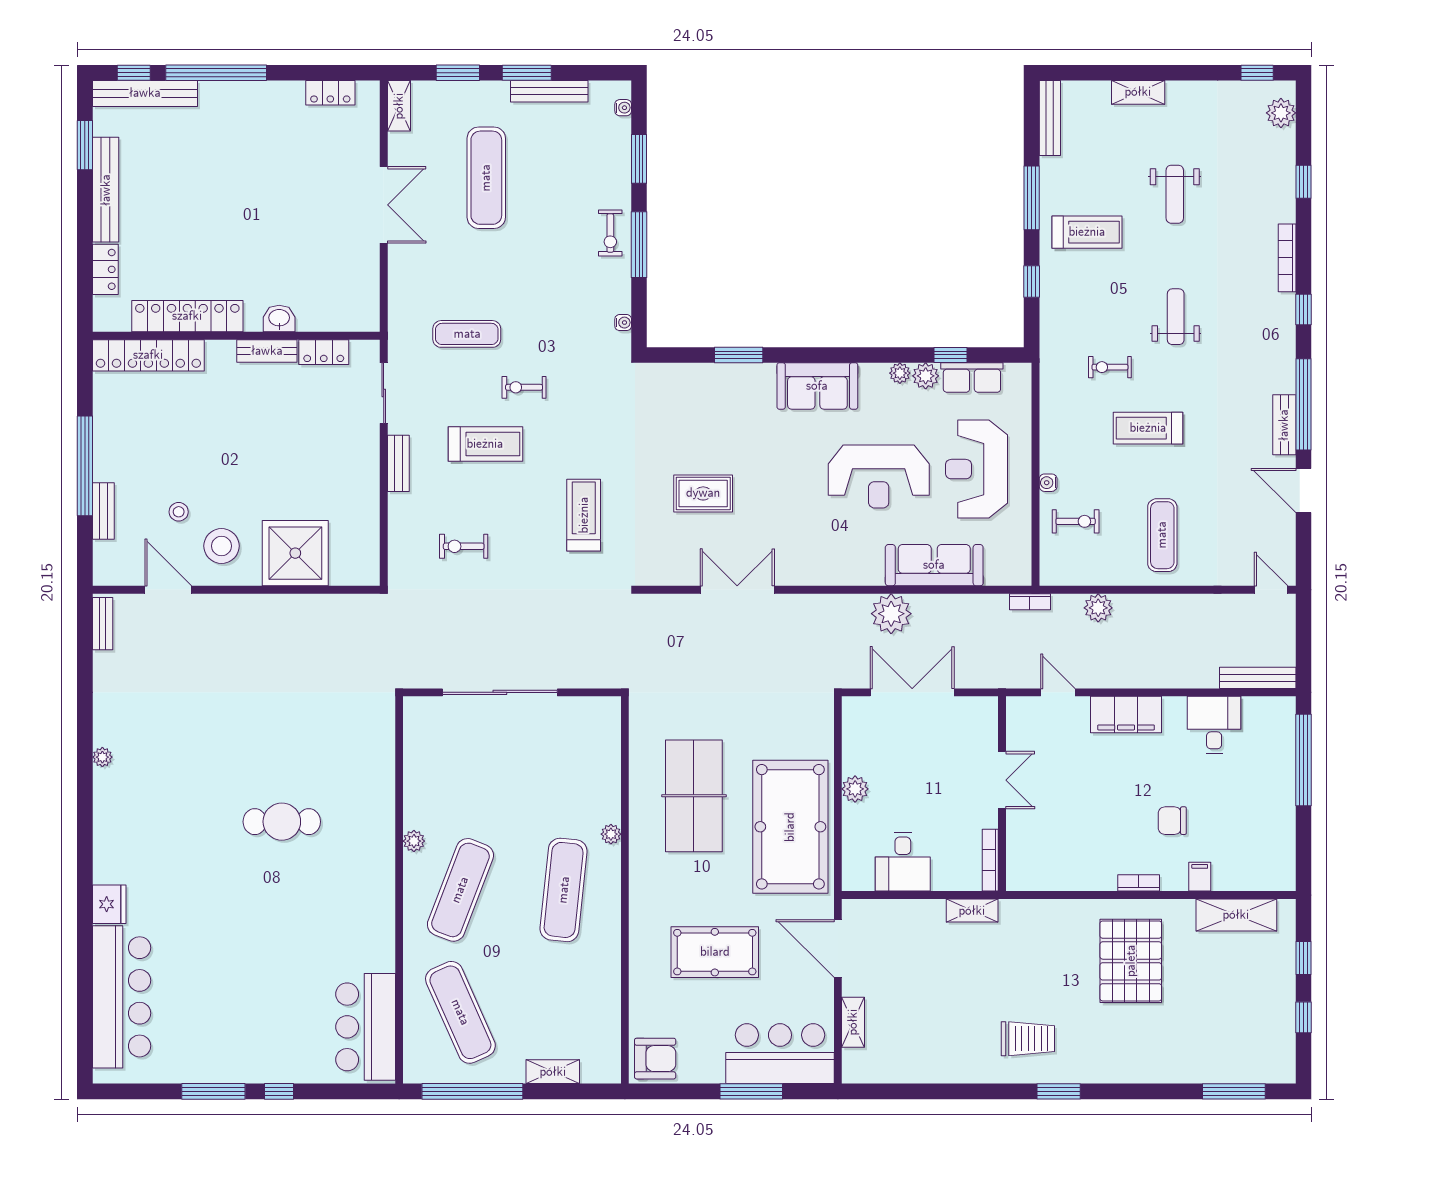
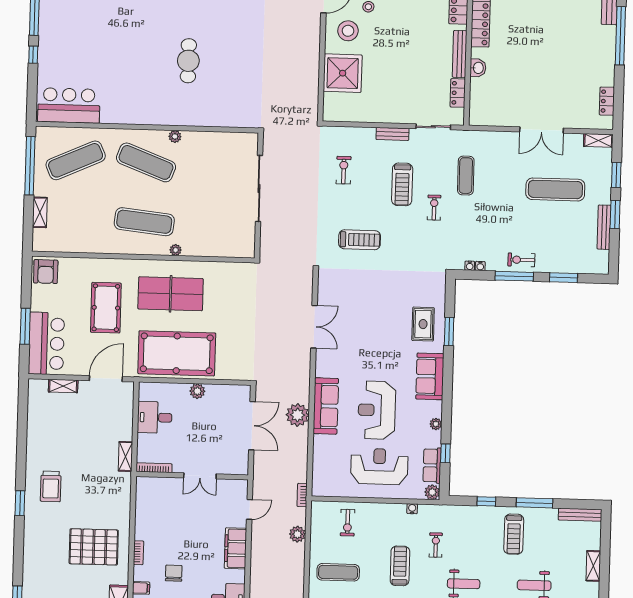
water cooler: (623, 108) -> (480, 266), moved
bench: (267, 351) -> (460, 54), width x1.36
plant: (926, 376) -> (432, 492), moved
water cooler: (1048, 483) -> (412, 509), moved
rug: (703, 493) -> (423, 324), moved
sofa: (934, 565) -> (326, 406), moved
table tennis table: (694, 796) -> (171, 294), moved

